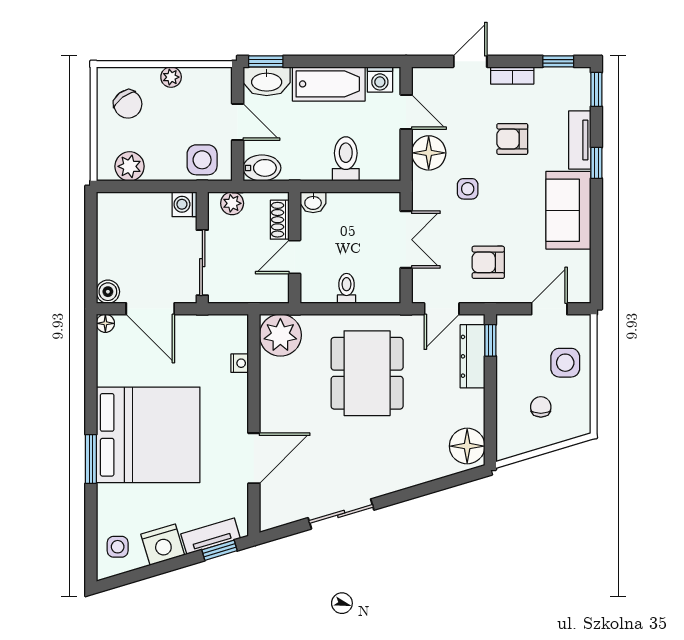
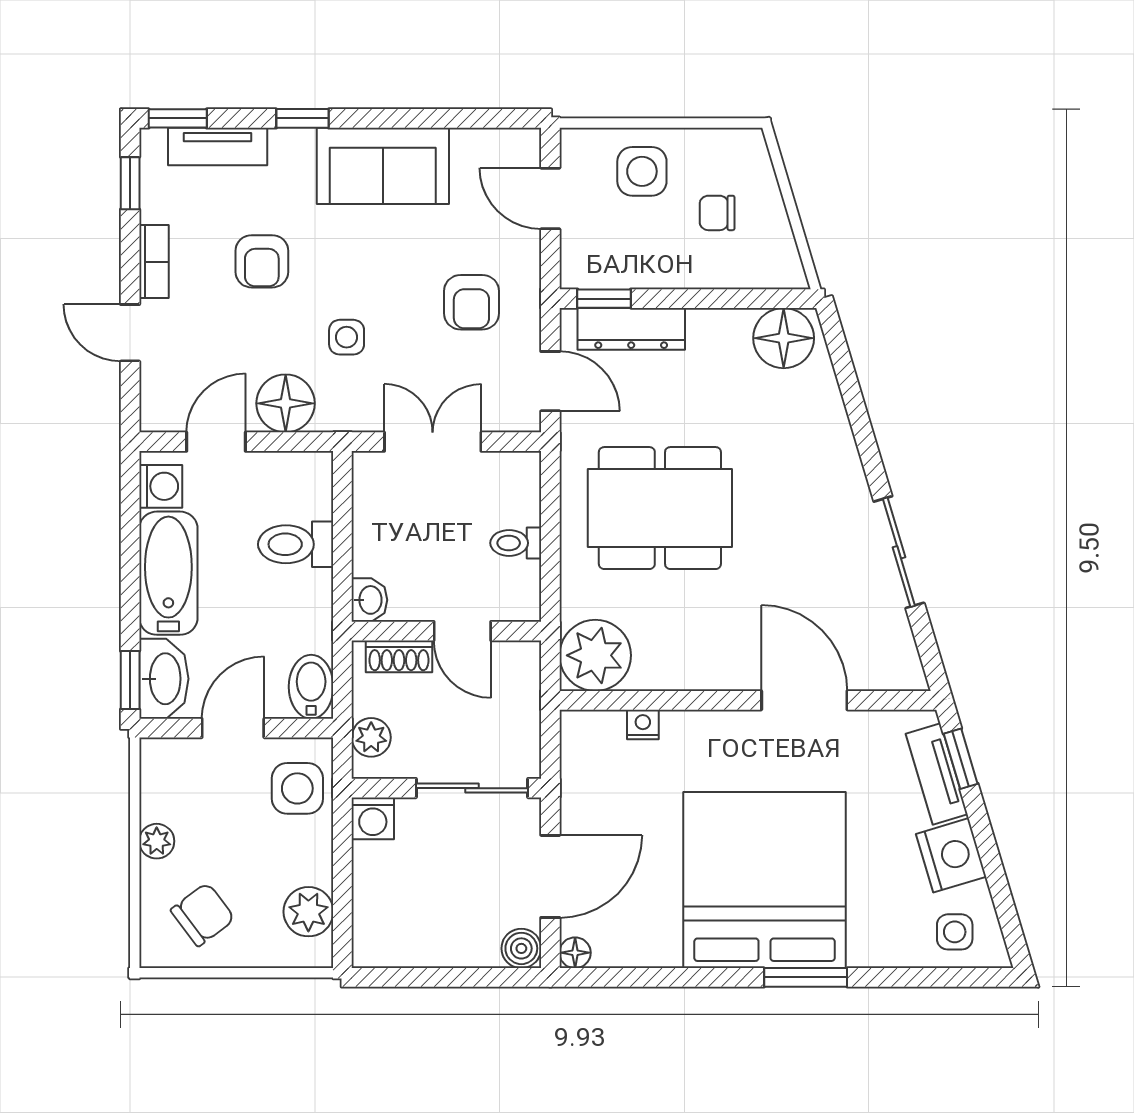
tv unit: (580, 140) -> (218, 147), moved

